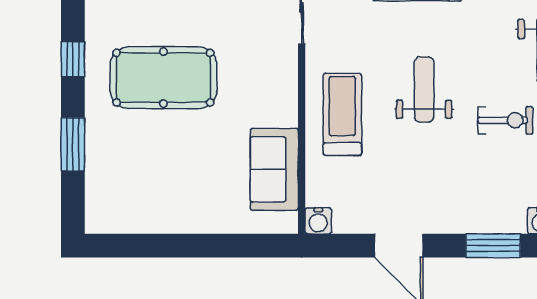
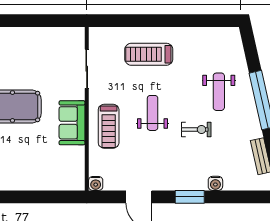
treadmill: (342, 114) -> (109, 126), turned 180
sofa: (274, 169) -> (72, 123), moved

